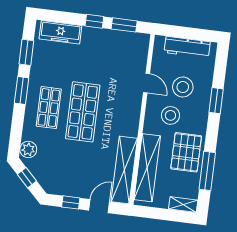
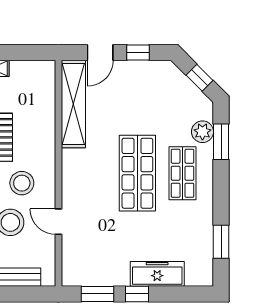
freezer: (60, 32) -> (157, 274), moved
window: (22, 91) -> (221, 142), moved
plant: (28, 149) -> (202, 132), moved
shelving: (147, 168) -> (44, 111), removed

